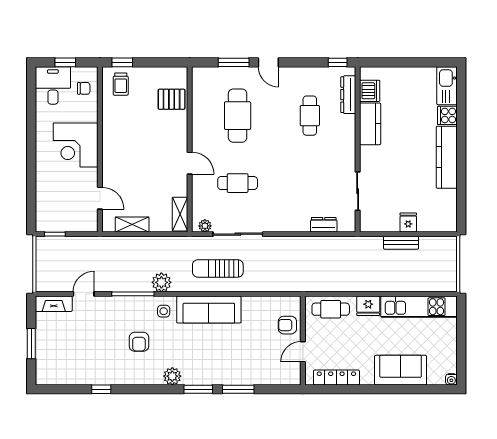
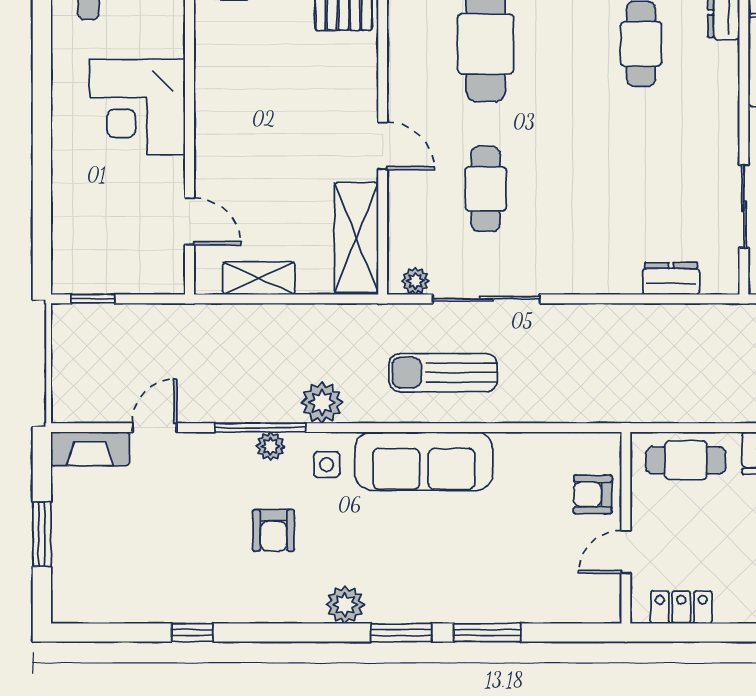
cafe table: (238, 183) -> (486, 189), turned 90
shelving: (180, 214) -> (356, 237), width x1.50, depth x1.33
plant: (138, 303) -> (270, 446), added
locker: (336, 378) -> (681, 607), width x0.66

